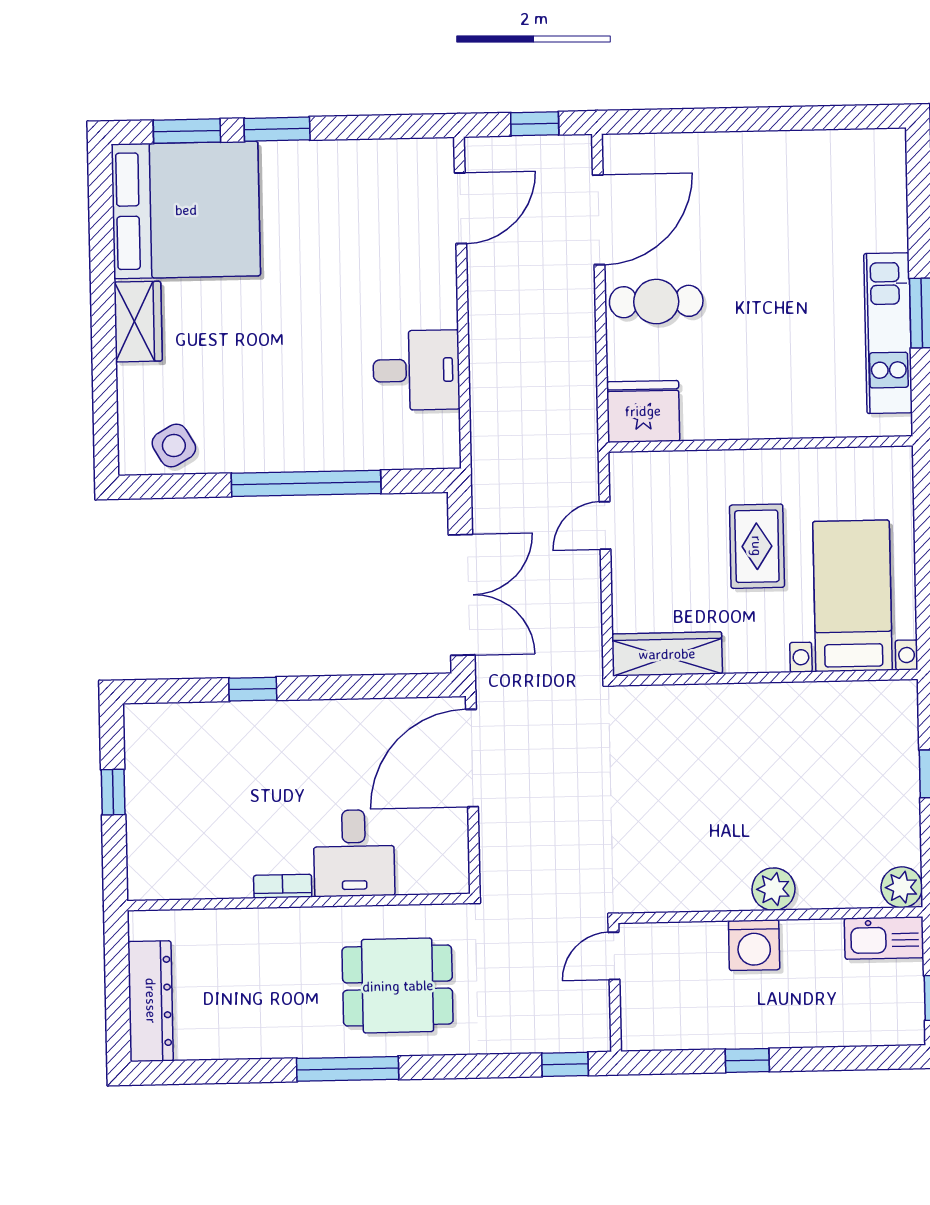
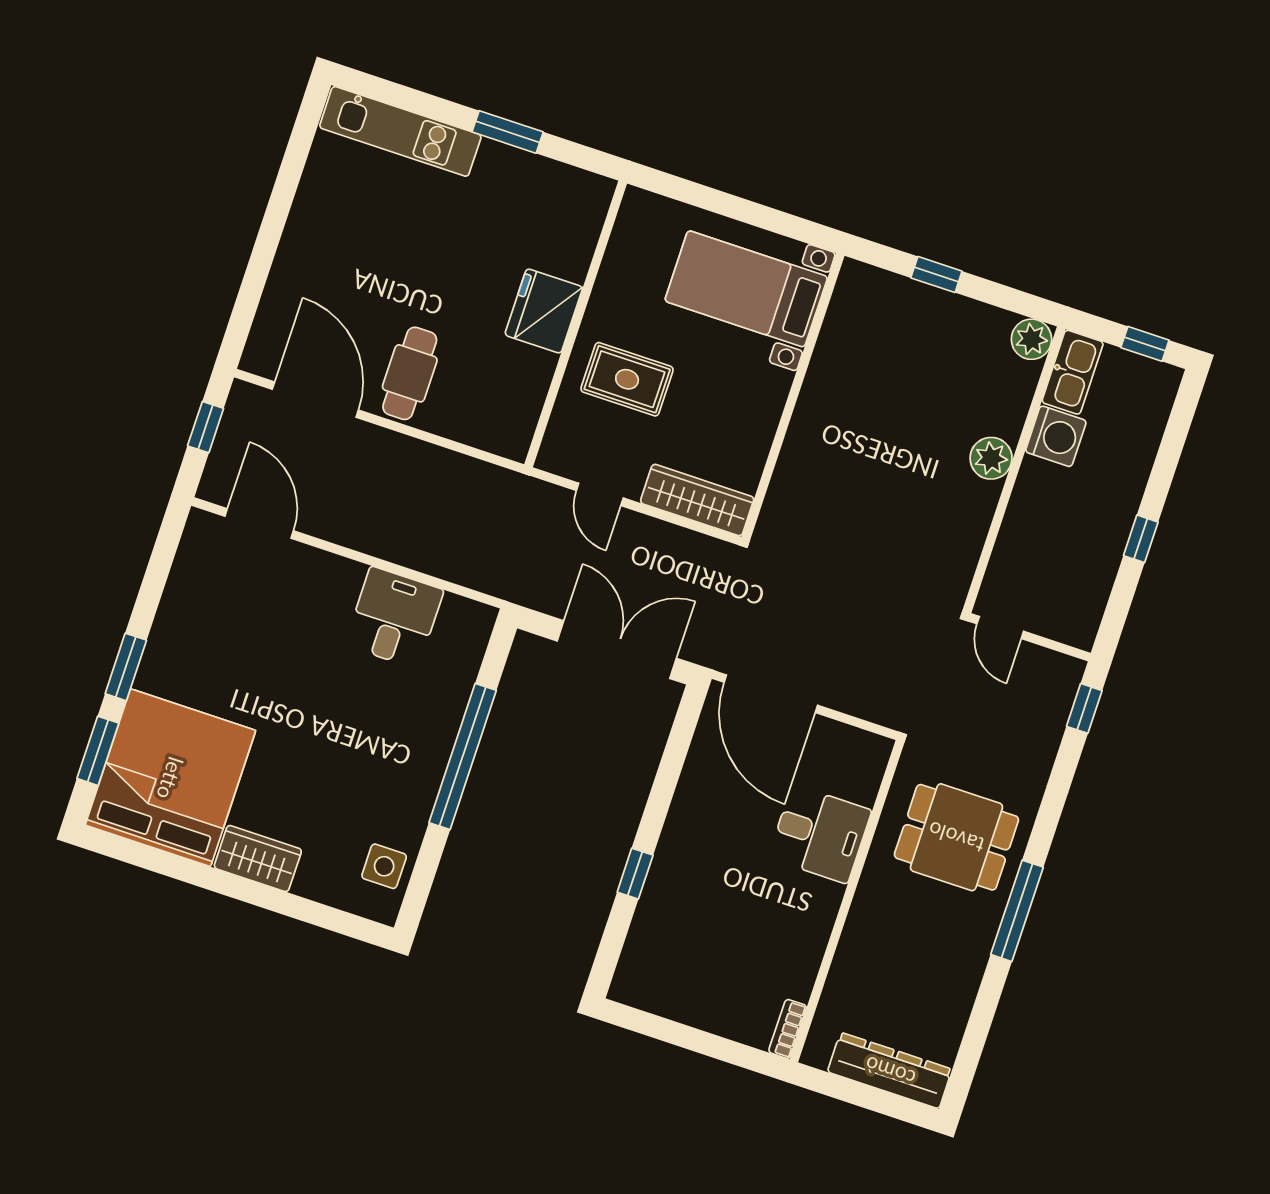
kitchen unit: (888, 333) -> (400, 131), moved
fridge: (643, 411) -> (544, 311), moved
side table: (174, 446) -> (384, 866), turned 30
rug: (757, 546) -> (627, 379), moved
wardrobe: (667, 654) -> (697, 500), moved, turned 90
window: (113, 792) -> (684, 1036), removed
bookcase: (283, 886) -> (788, 1029), moved
washing machine: (754, 945) -> (1056, 436), moved
dining table: (398, 986) -> (956, 837), turned 90

